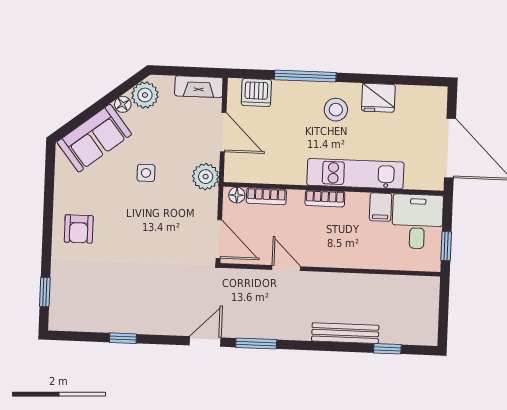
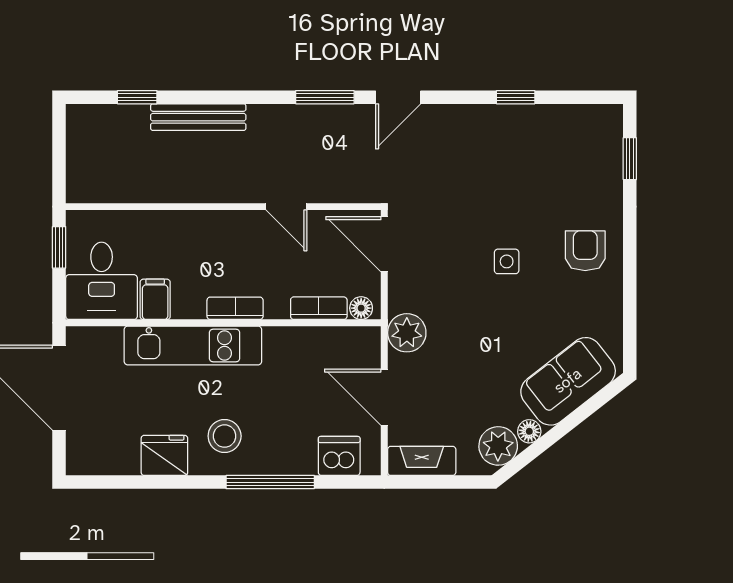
side table: (146, 173) -> (507, 261), moved

